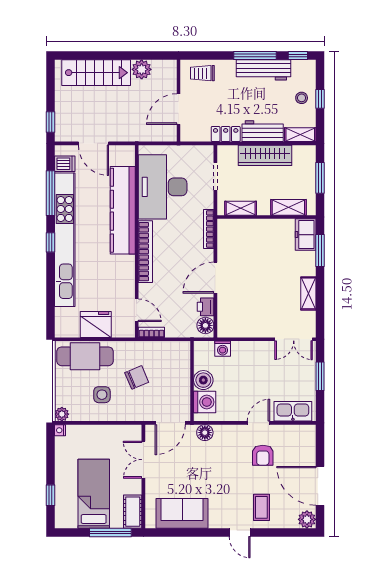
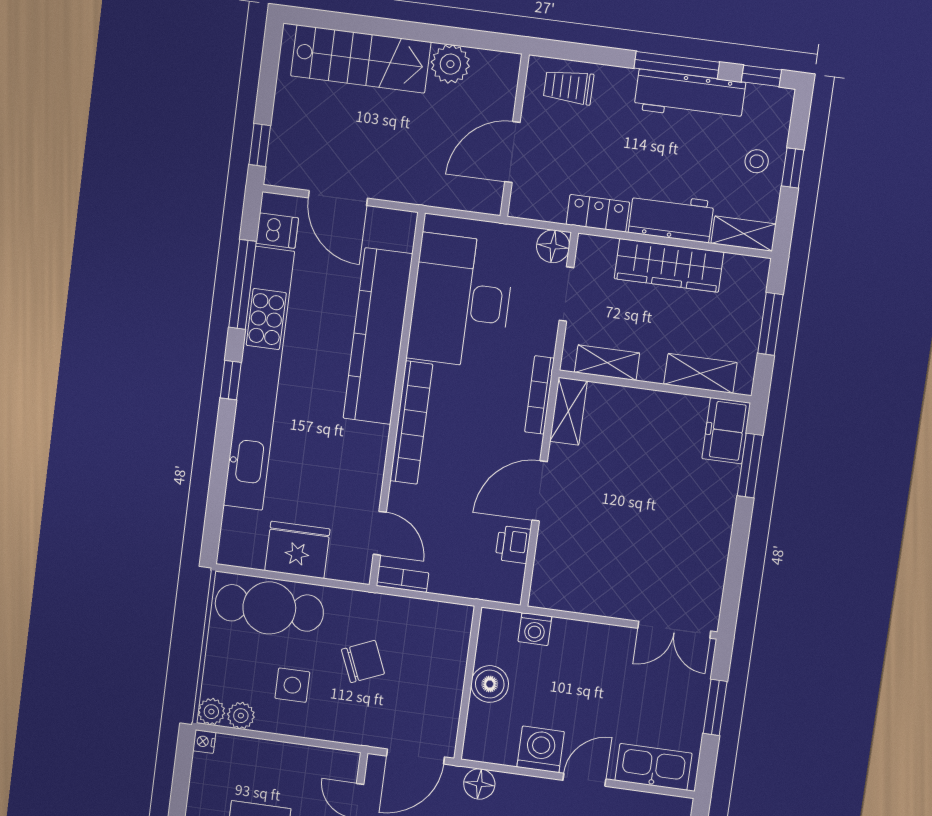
shelving: (308, 293) -> (569, 411), moved
floor lamp: (205, 325) -> (553, 246), moved
washing machine: (205, 402) -> (541, 749), moved, turned -90
plant: (77, 414) -> (241, 716), added

